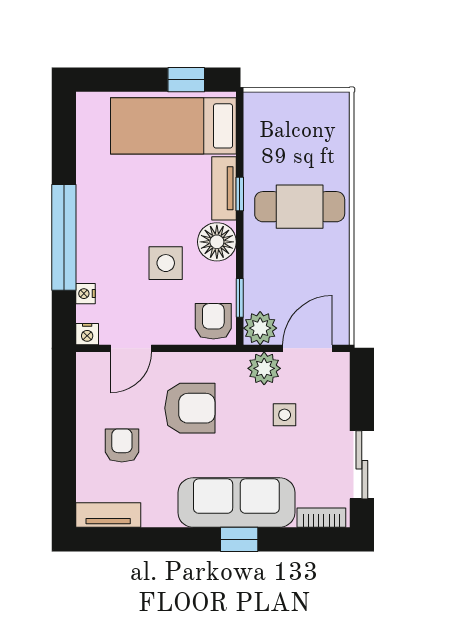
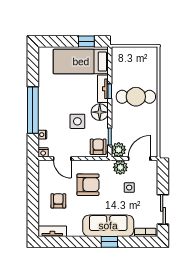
door: (131, 348) -> (62, 159), hinge flipped

